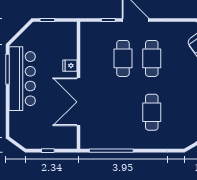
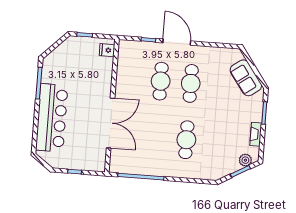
fridge: (70, 66) -> (107, 50), moved
bar counter: (22, 79) -> (52, 118), moved
double door: (78, 102) -> (111, 123), swing flipped

